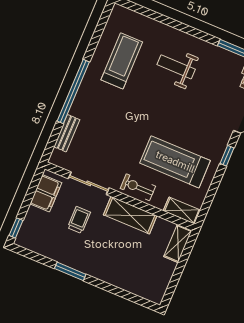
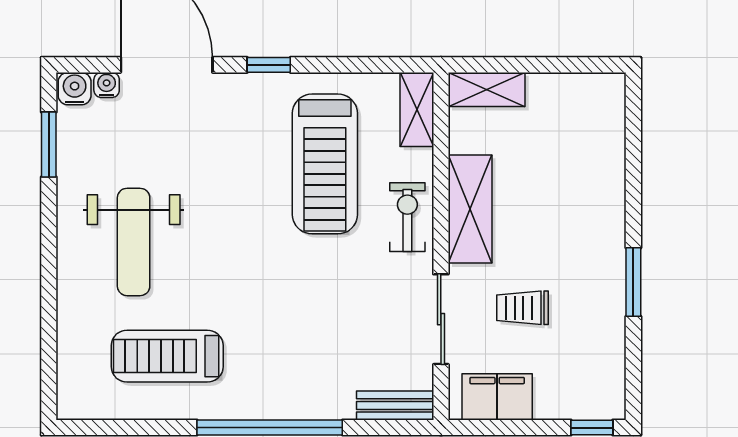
weight bench: (176, 67) -> (134, 242), width x1.36, depth x1.33
bench: (67, 133) -> (395, 405), moved
exercise bike: (138, 187) -> (407, 217), turned 180

